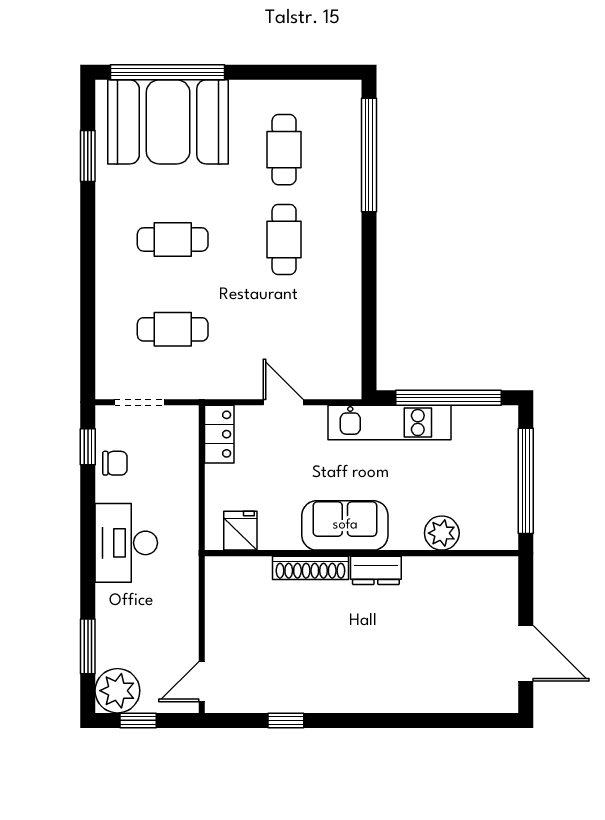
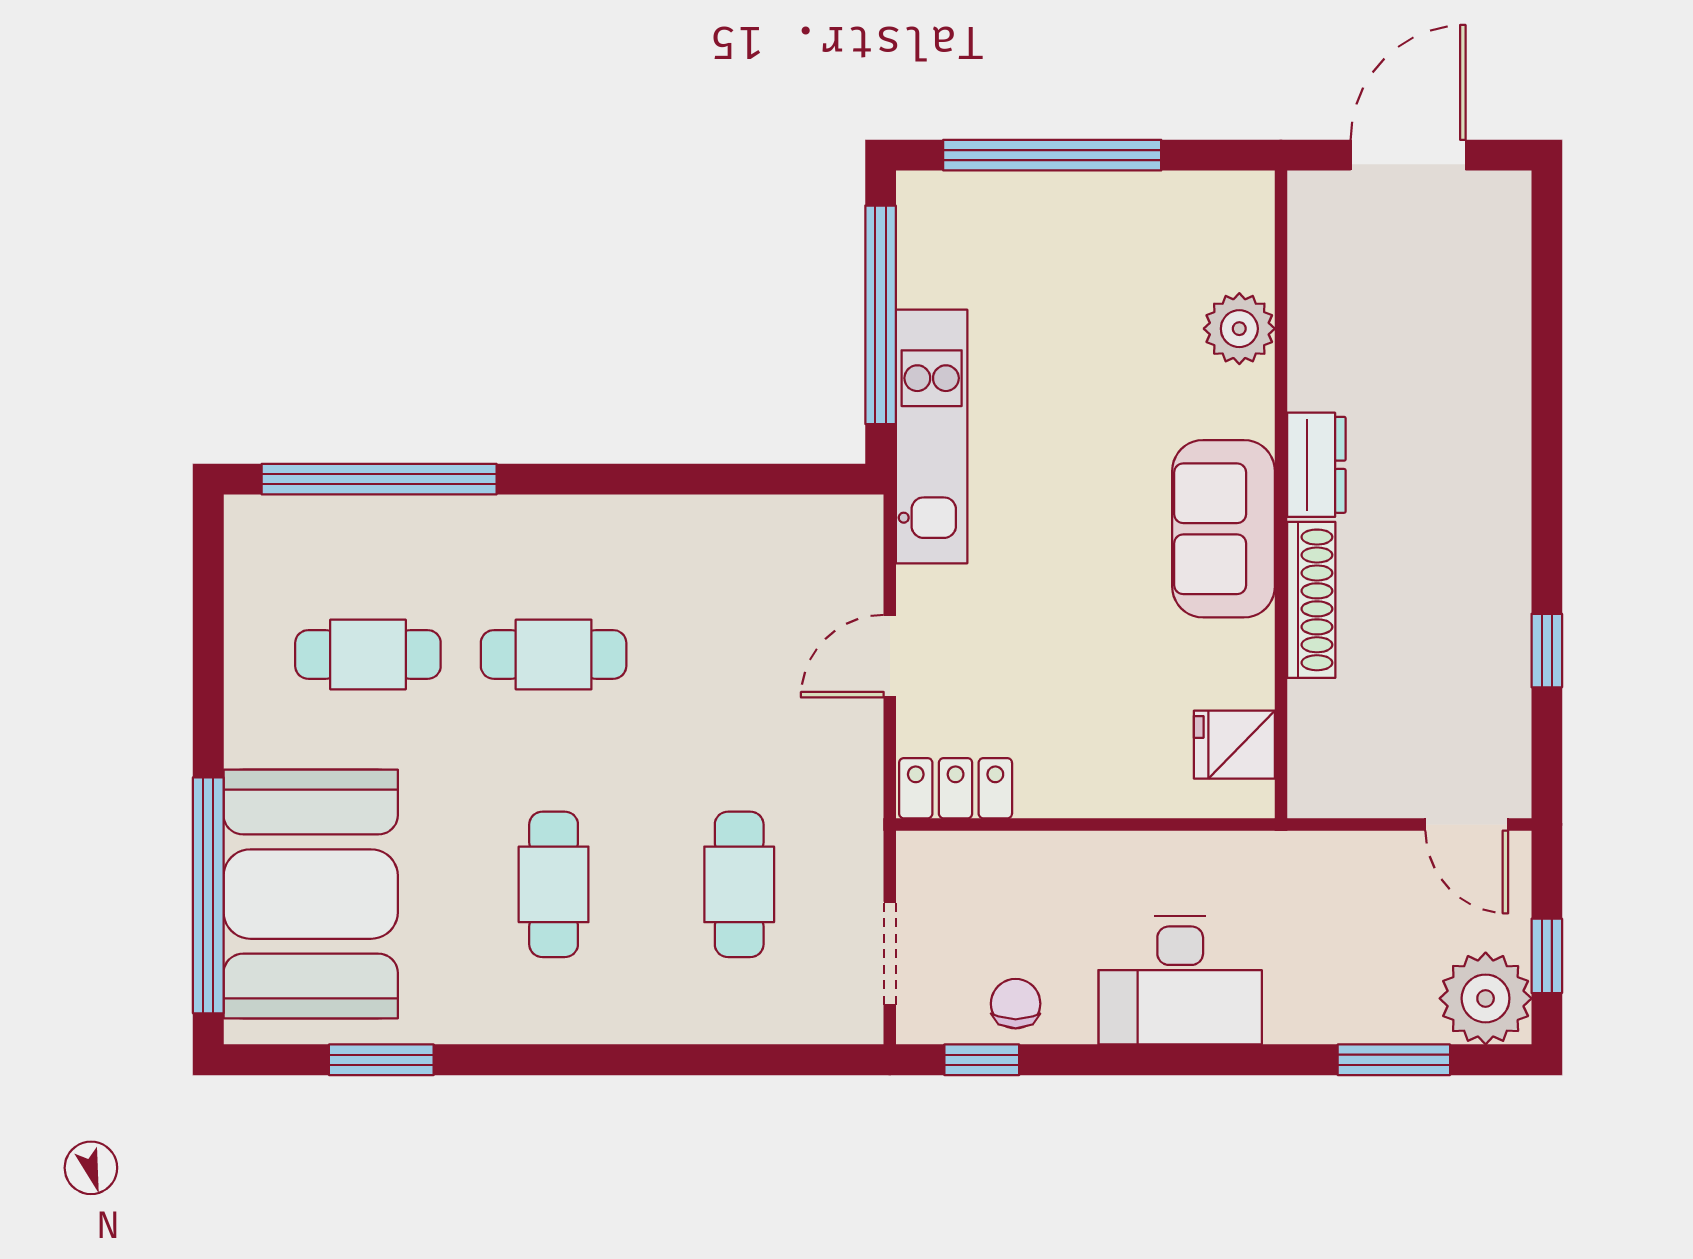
sofa: (345, 525) -> (1223, 529), moved
fridge: (240, 531) -> (1234, 745), moved
plant: (442, 533) -> (1239, 329), moved
wall: (362, 553) -> (1281, 494), moved
shoe rack: (310, 568) -> (1311, 600), moved
dresser: (376, 570) -> (1316, 465), moved

